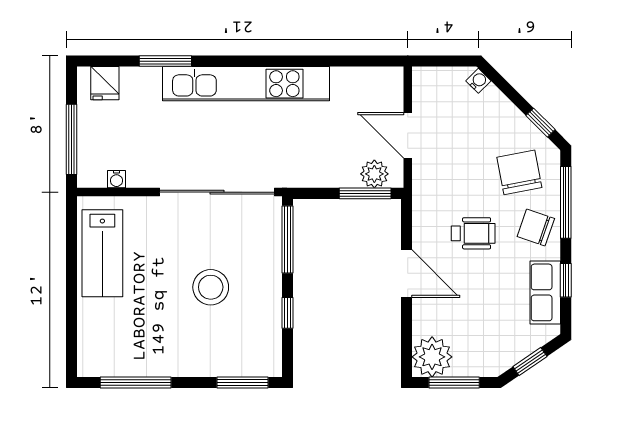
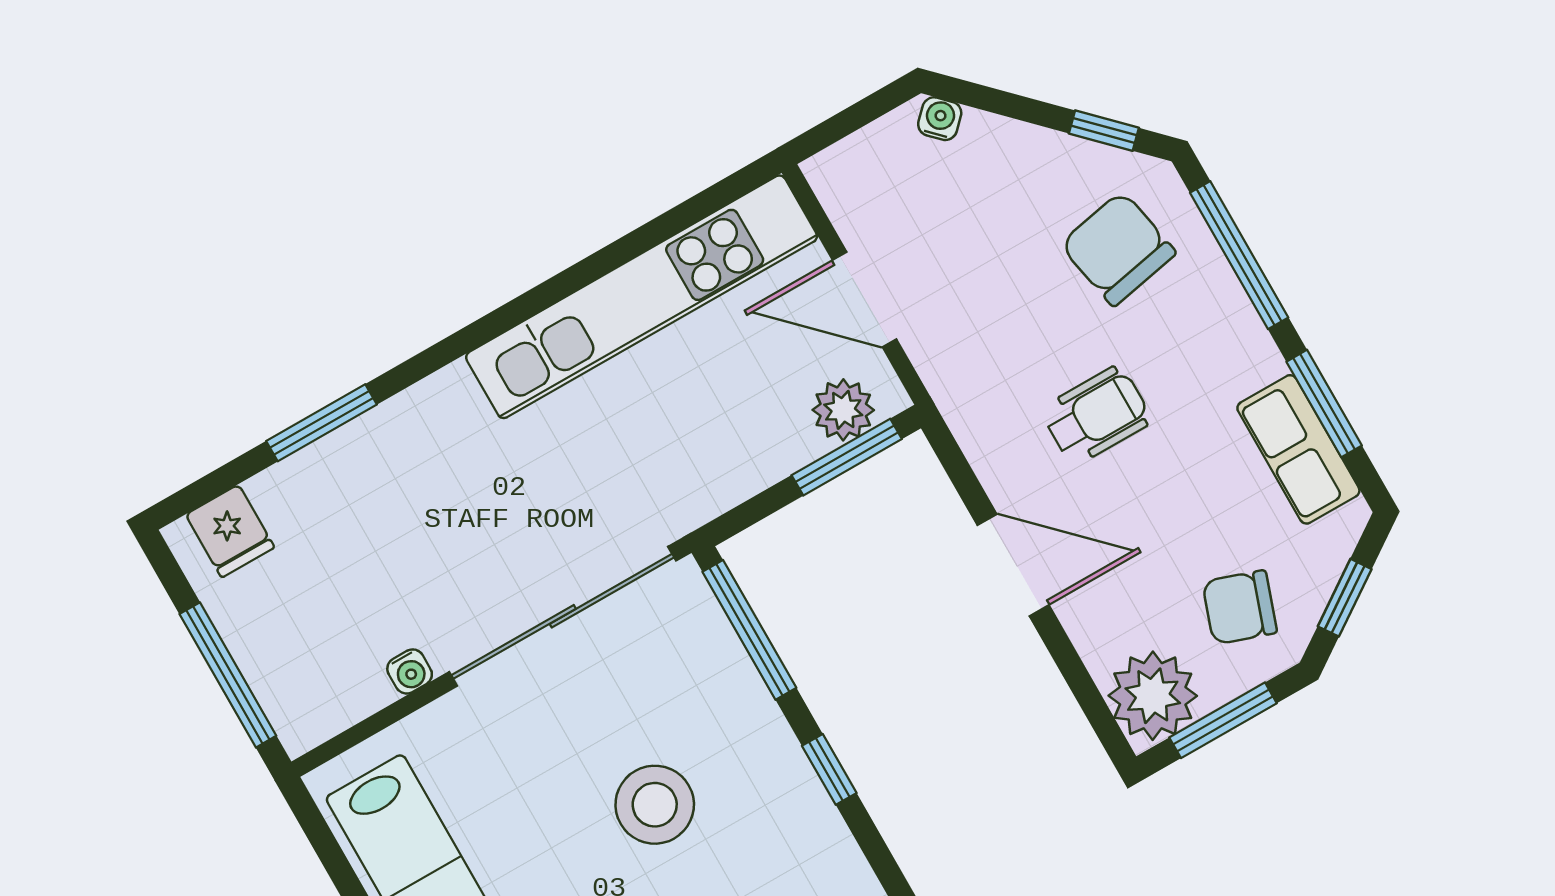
kitchen unit: (246, 84) -> (642, 297), moved
water cooler: (116, 179) -> (410, 671), moved
chair: (536, 228) -> (1240, 607), moved
window: (566, 280) -> (1324, 404), width x1.50

